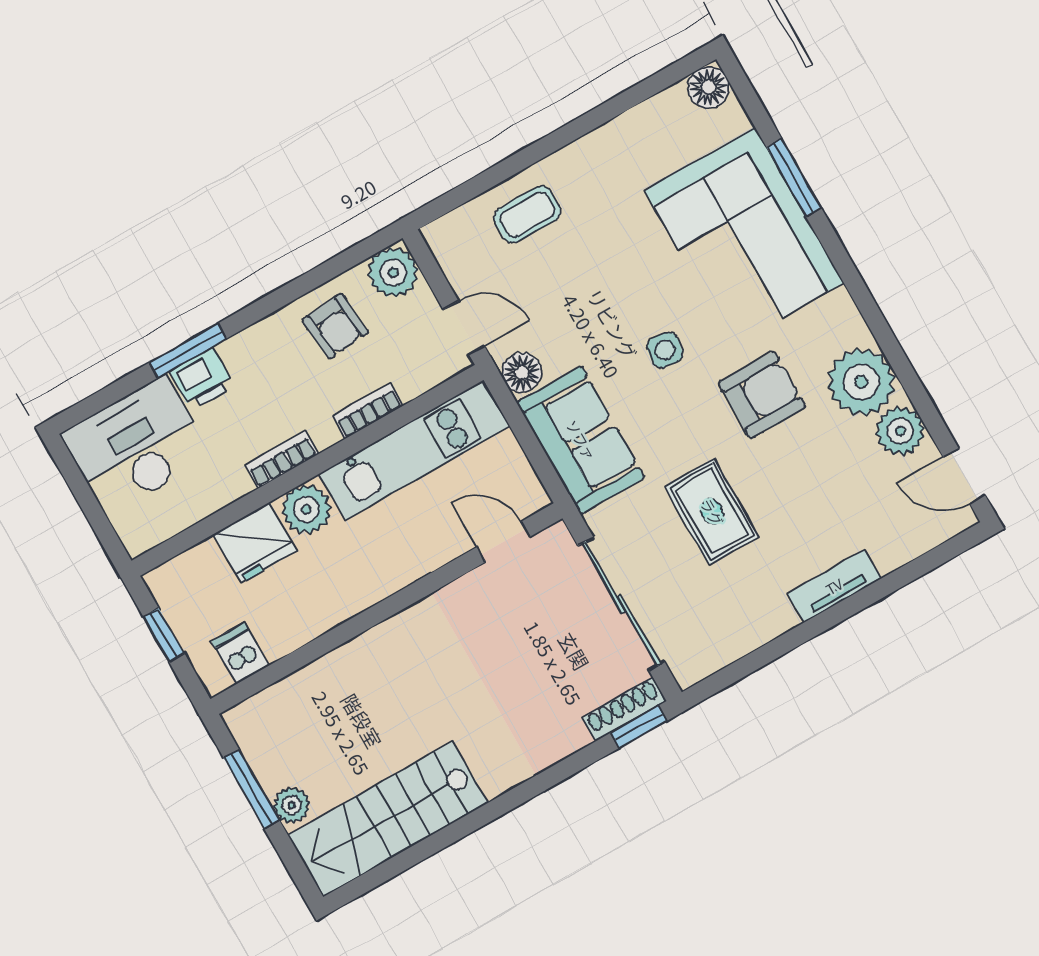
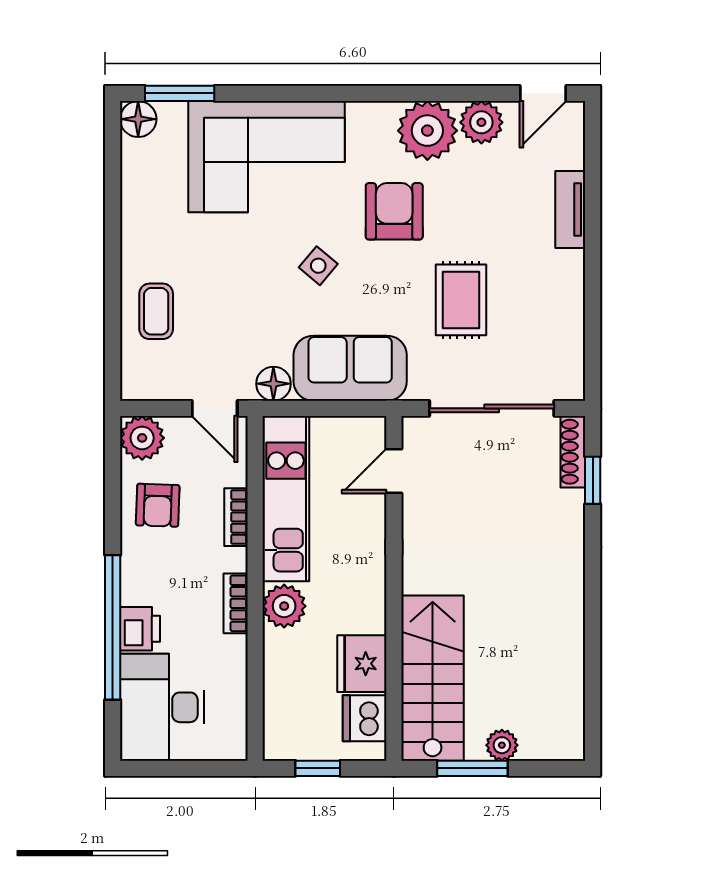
window: (794, 178) -> (180, 93), moved
armchair: (335, 326) -> (158, 505), turned 97
door: (464, 328) -> (215, 408), swing flipped
side table: (665, 350) -> (318, 266), turned 32
window: (188, 351) -> (113, 627), width x2.11
rug: (712, 512) -> (461, 300), turned 90
fridge: (255, 542) -> (362, 664), moved, turned 180
tv unit: (834, 586) -> (570, 209), moved
dishwasher: (240, 653) -> (365, 718), width x1.38
window: (639, 727) -> (593, 480), moved
stairs: (388, 819) -> (433, 678), moved, turned 180

